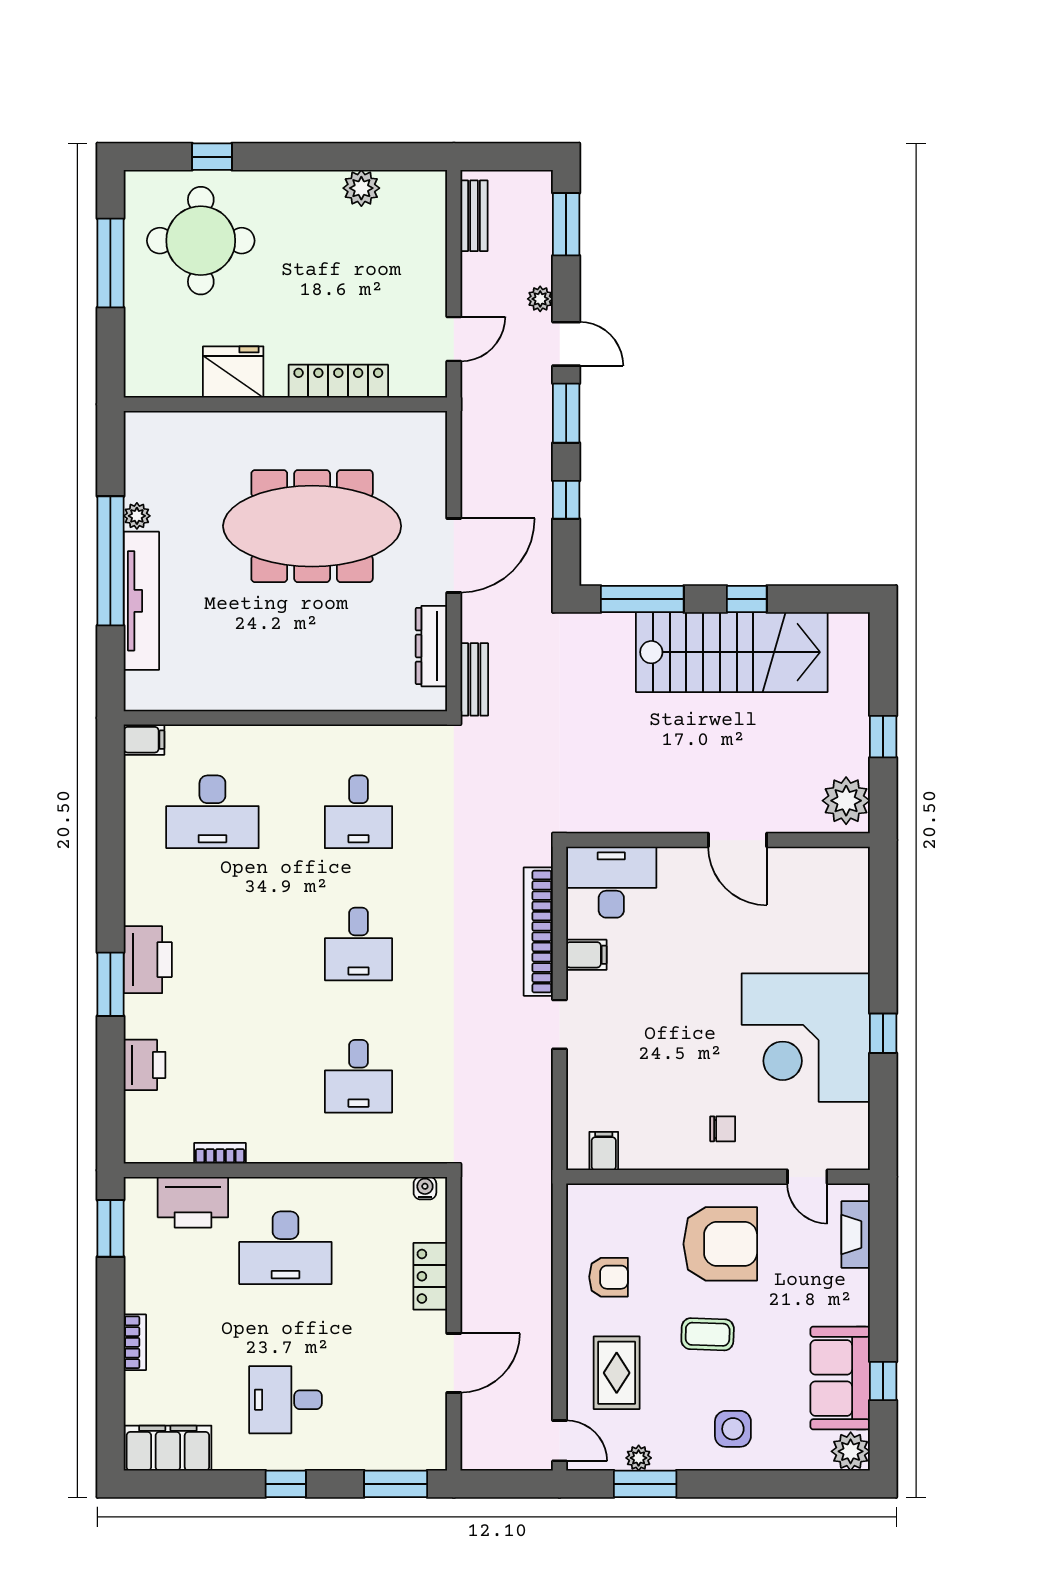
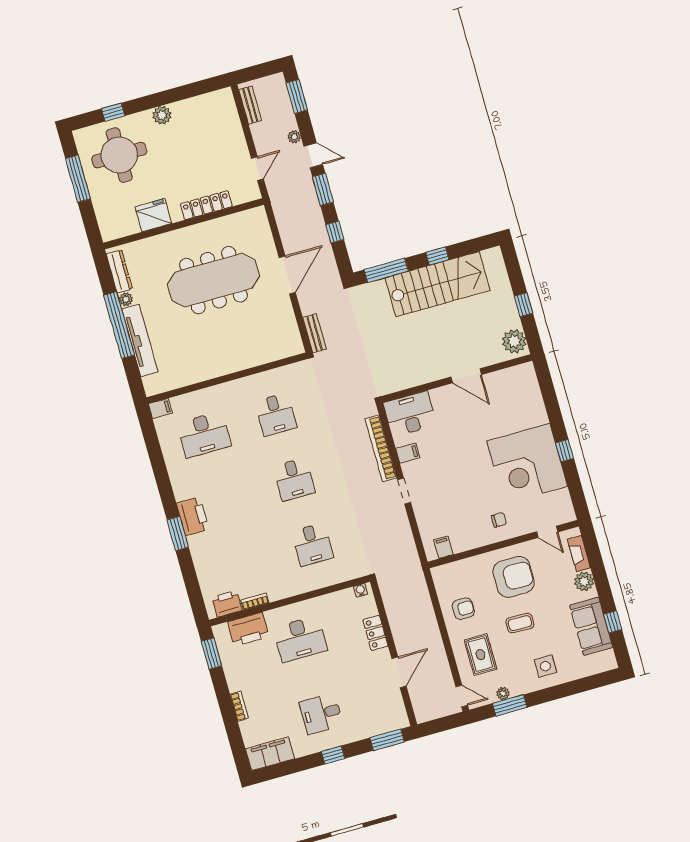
plant: (361, 188) -> (162, 115), moved
dresser: (431, 646) -> (119, 271), moved, turned 180
printer: (145, 1065) -> (227, 604), moved, turned -90
plant: (851, 1451) -> (584, 581), moved

